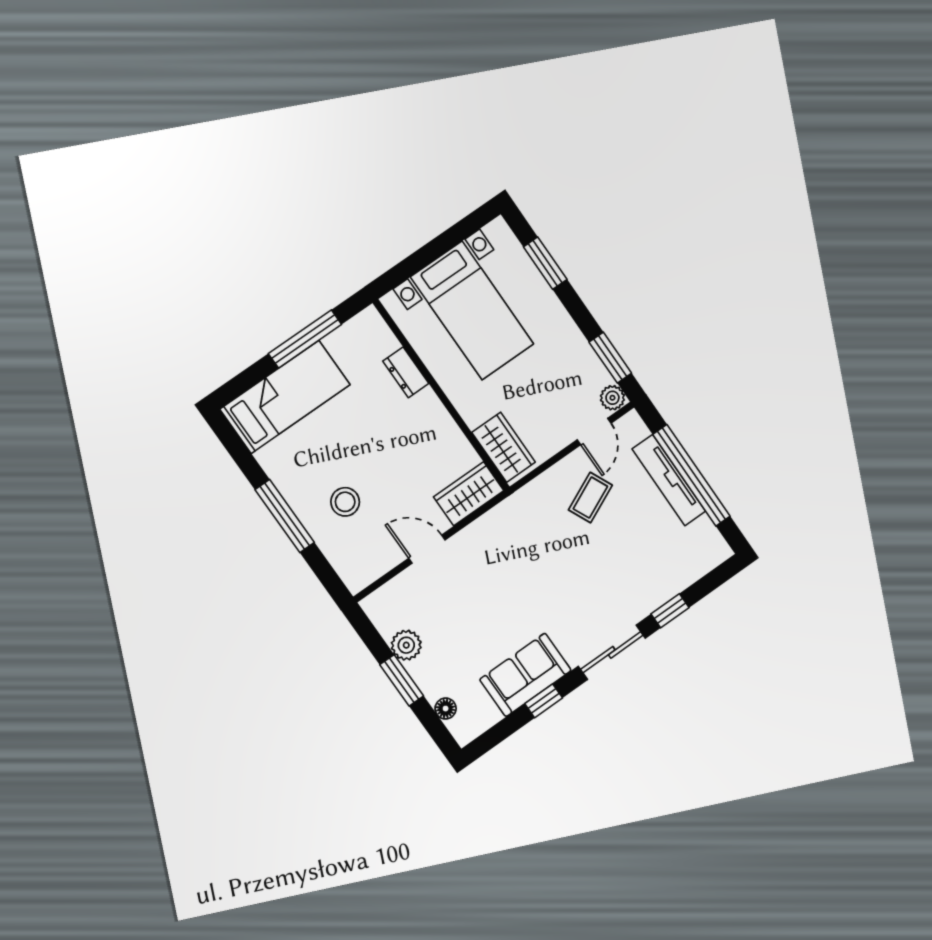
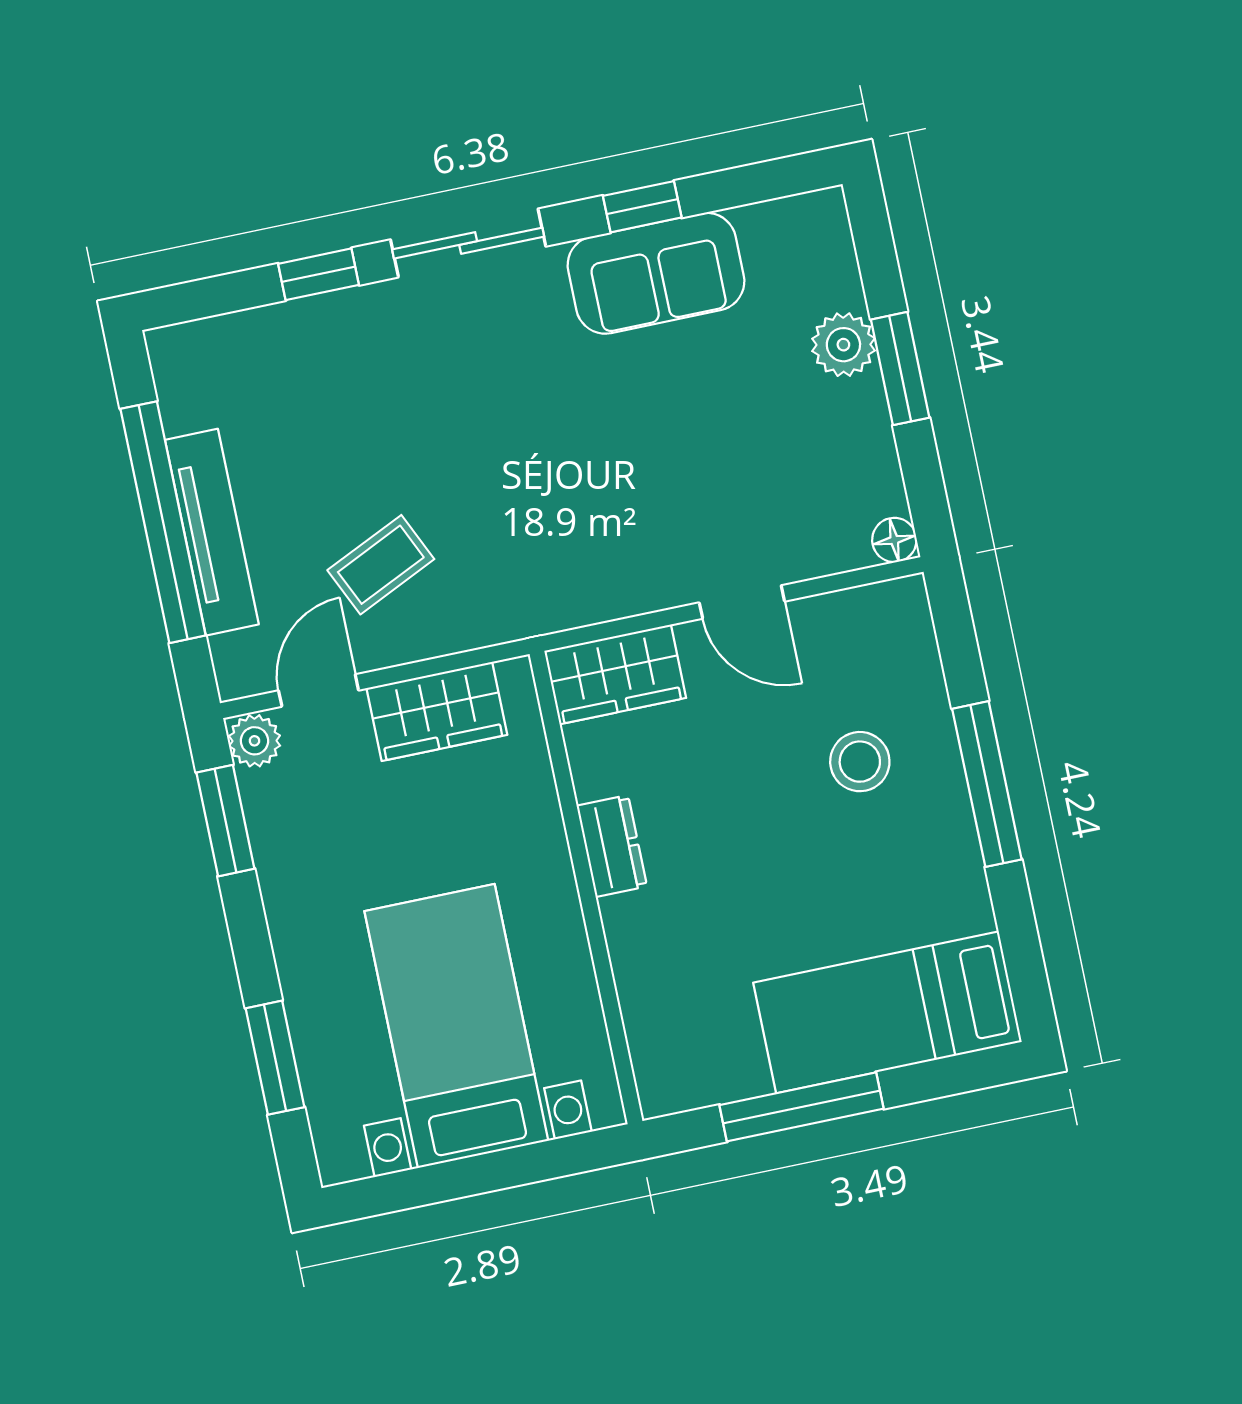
dresser: (406, 372) -> (612, 846), moved
wardrobe: (504, 447) -> (437, 711), moved, turned -90
plant: (406, 645) -> (843, 345), moved
floor lamp: (446, 709) -> (894, 540), moved

